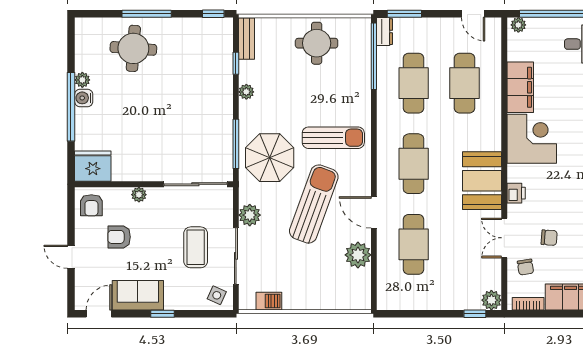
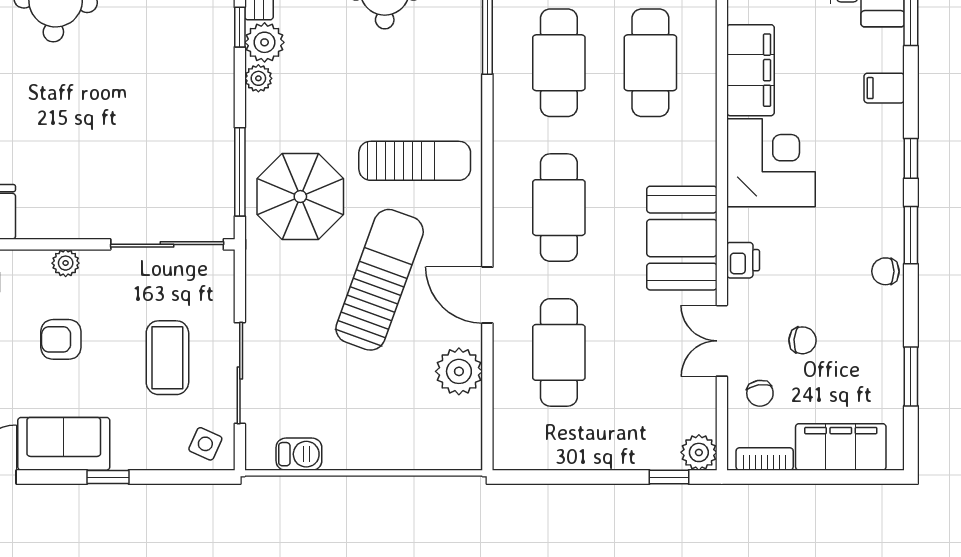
plant: (250, 215) -> (265, 42), moved
armchair: (119, 237) -> (61, 339), moved

